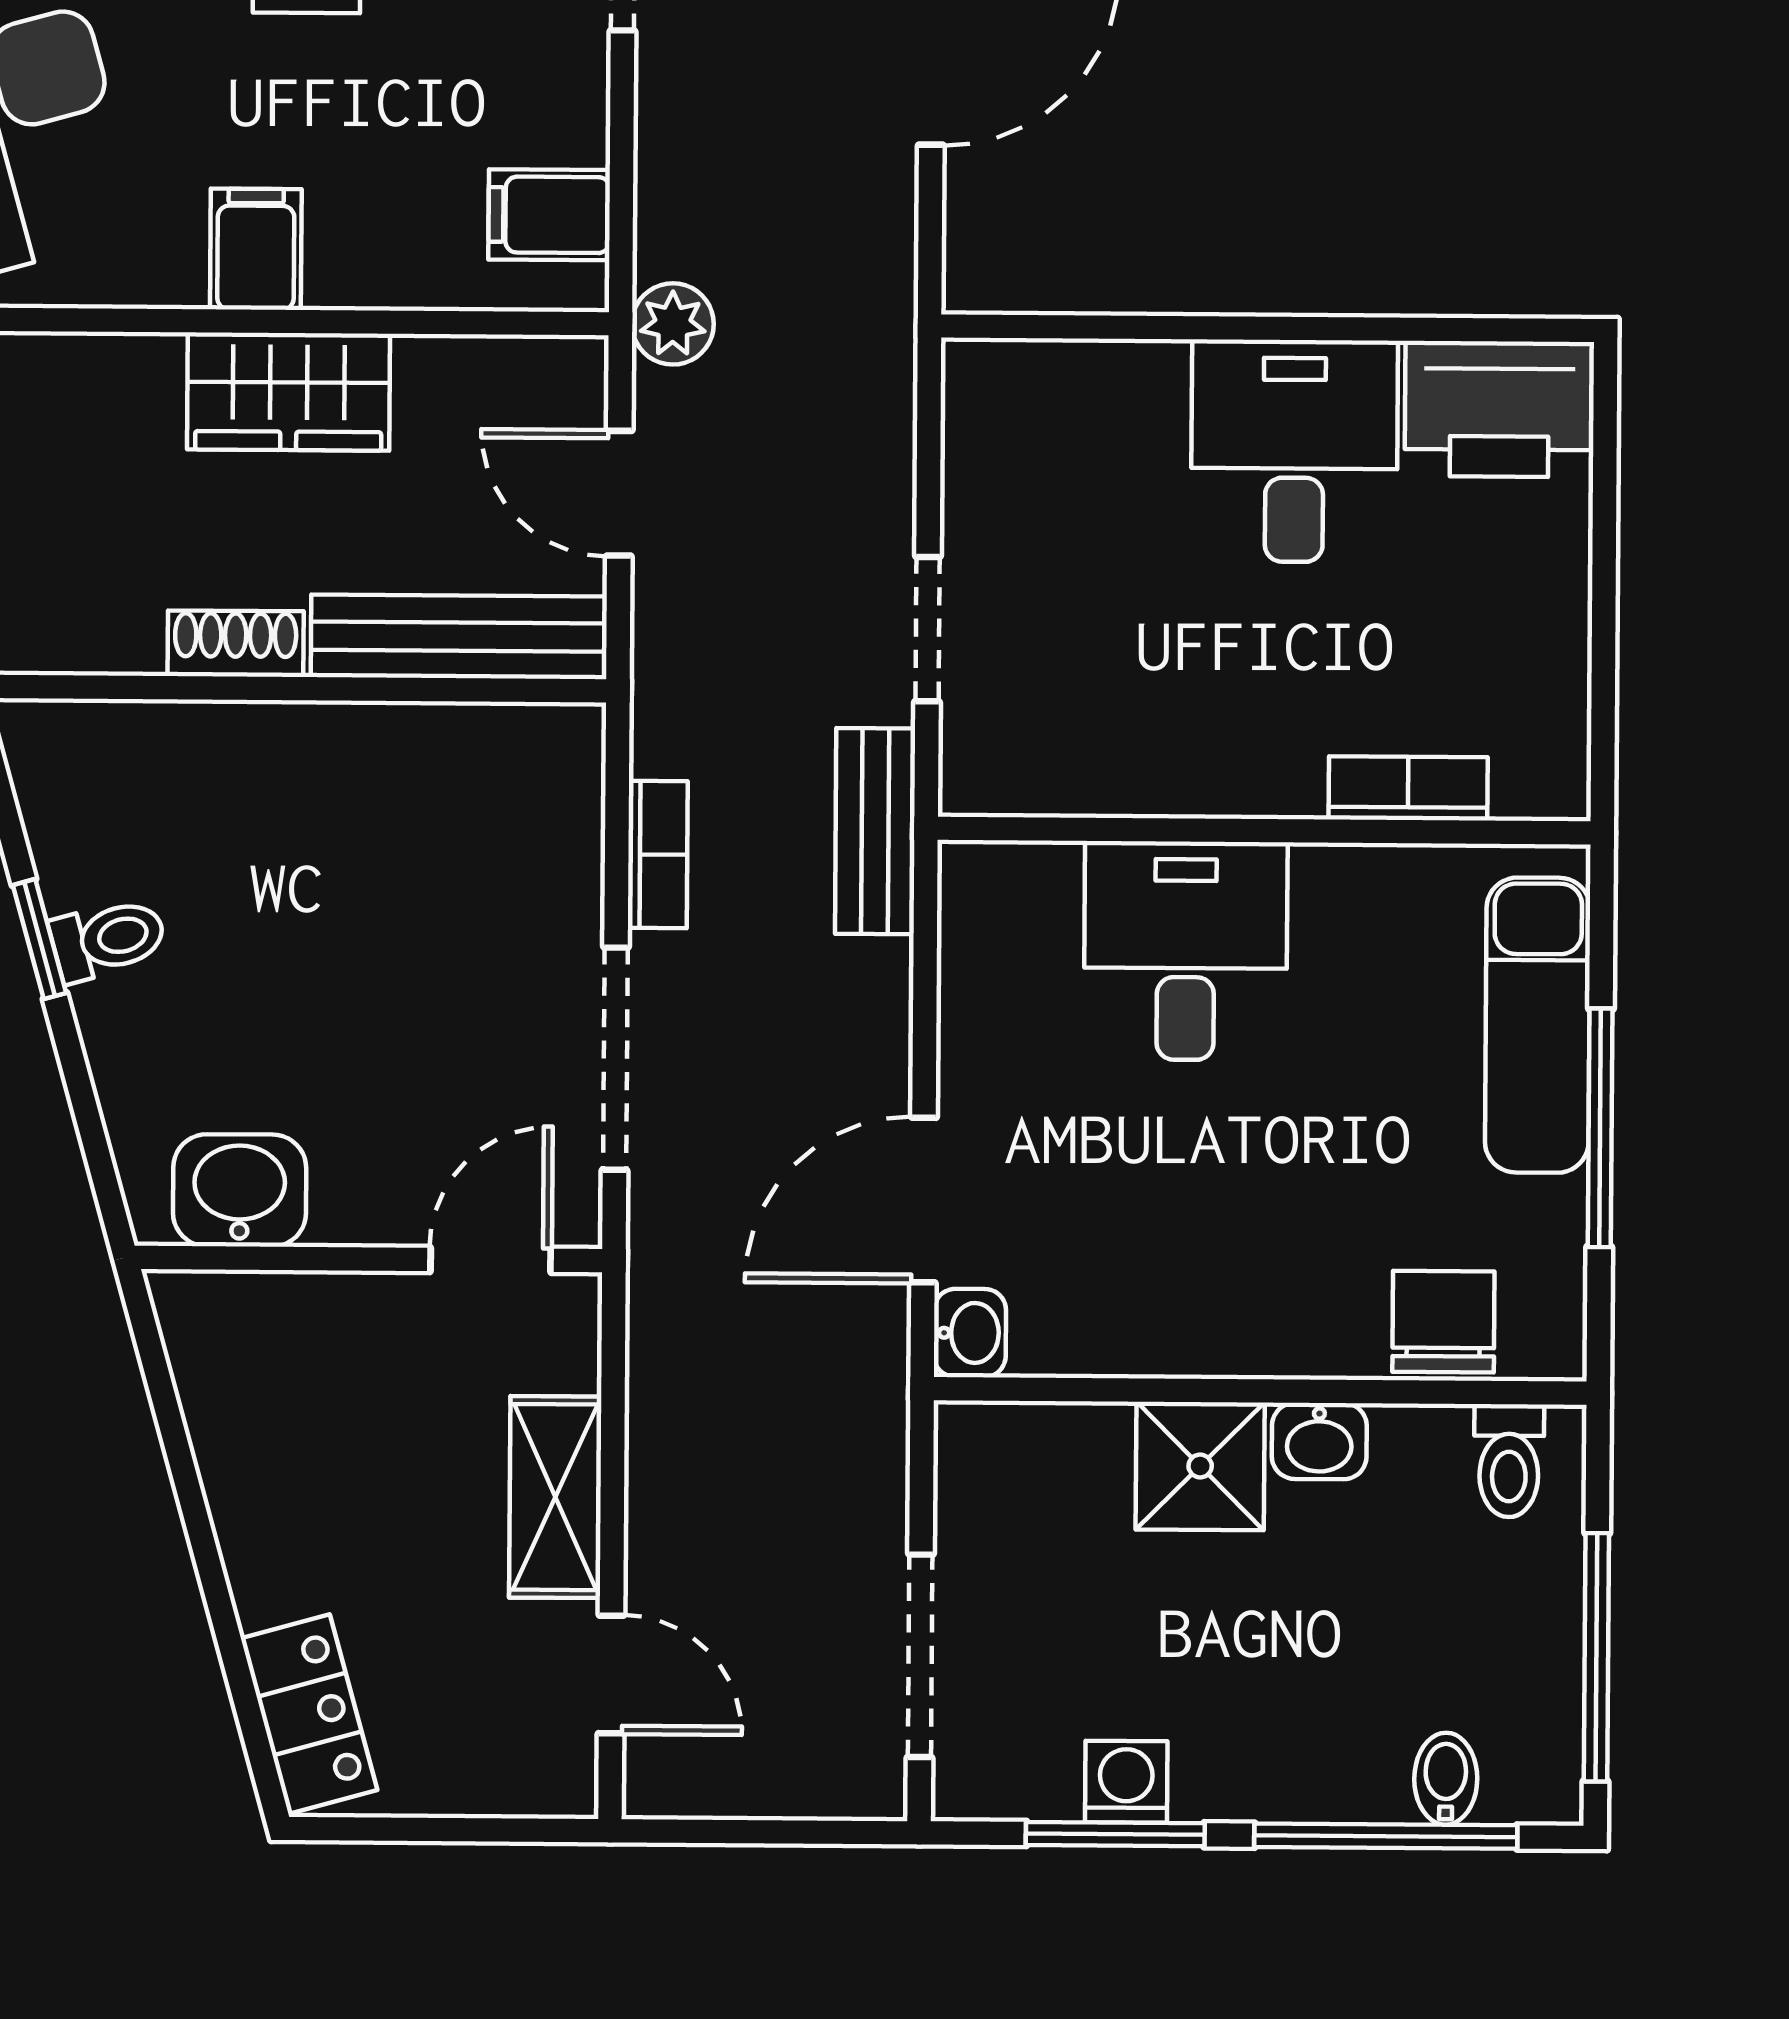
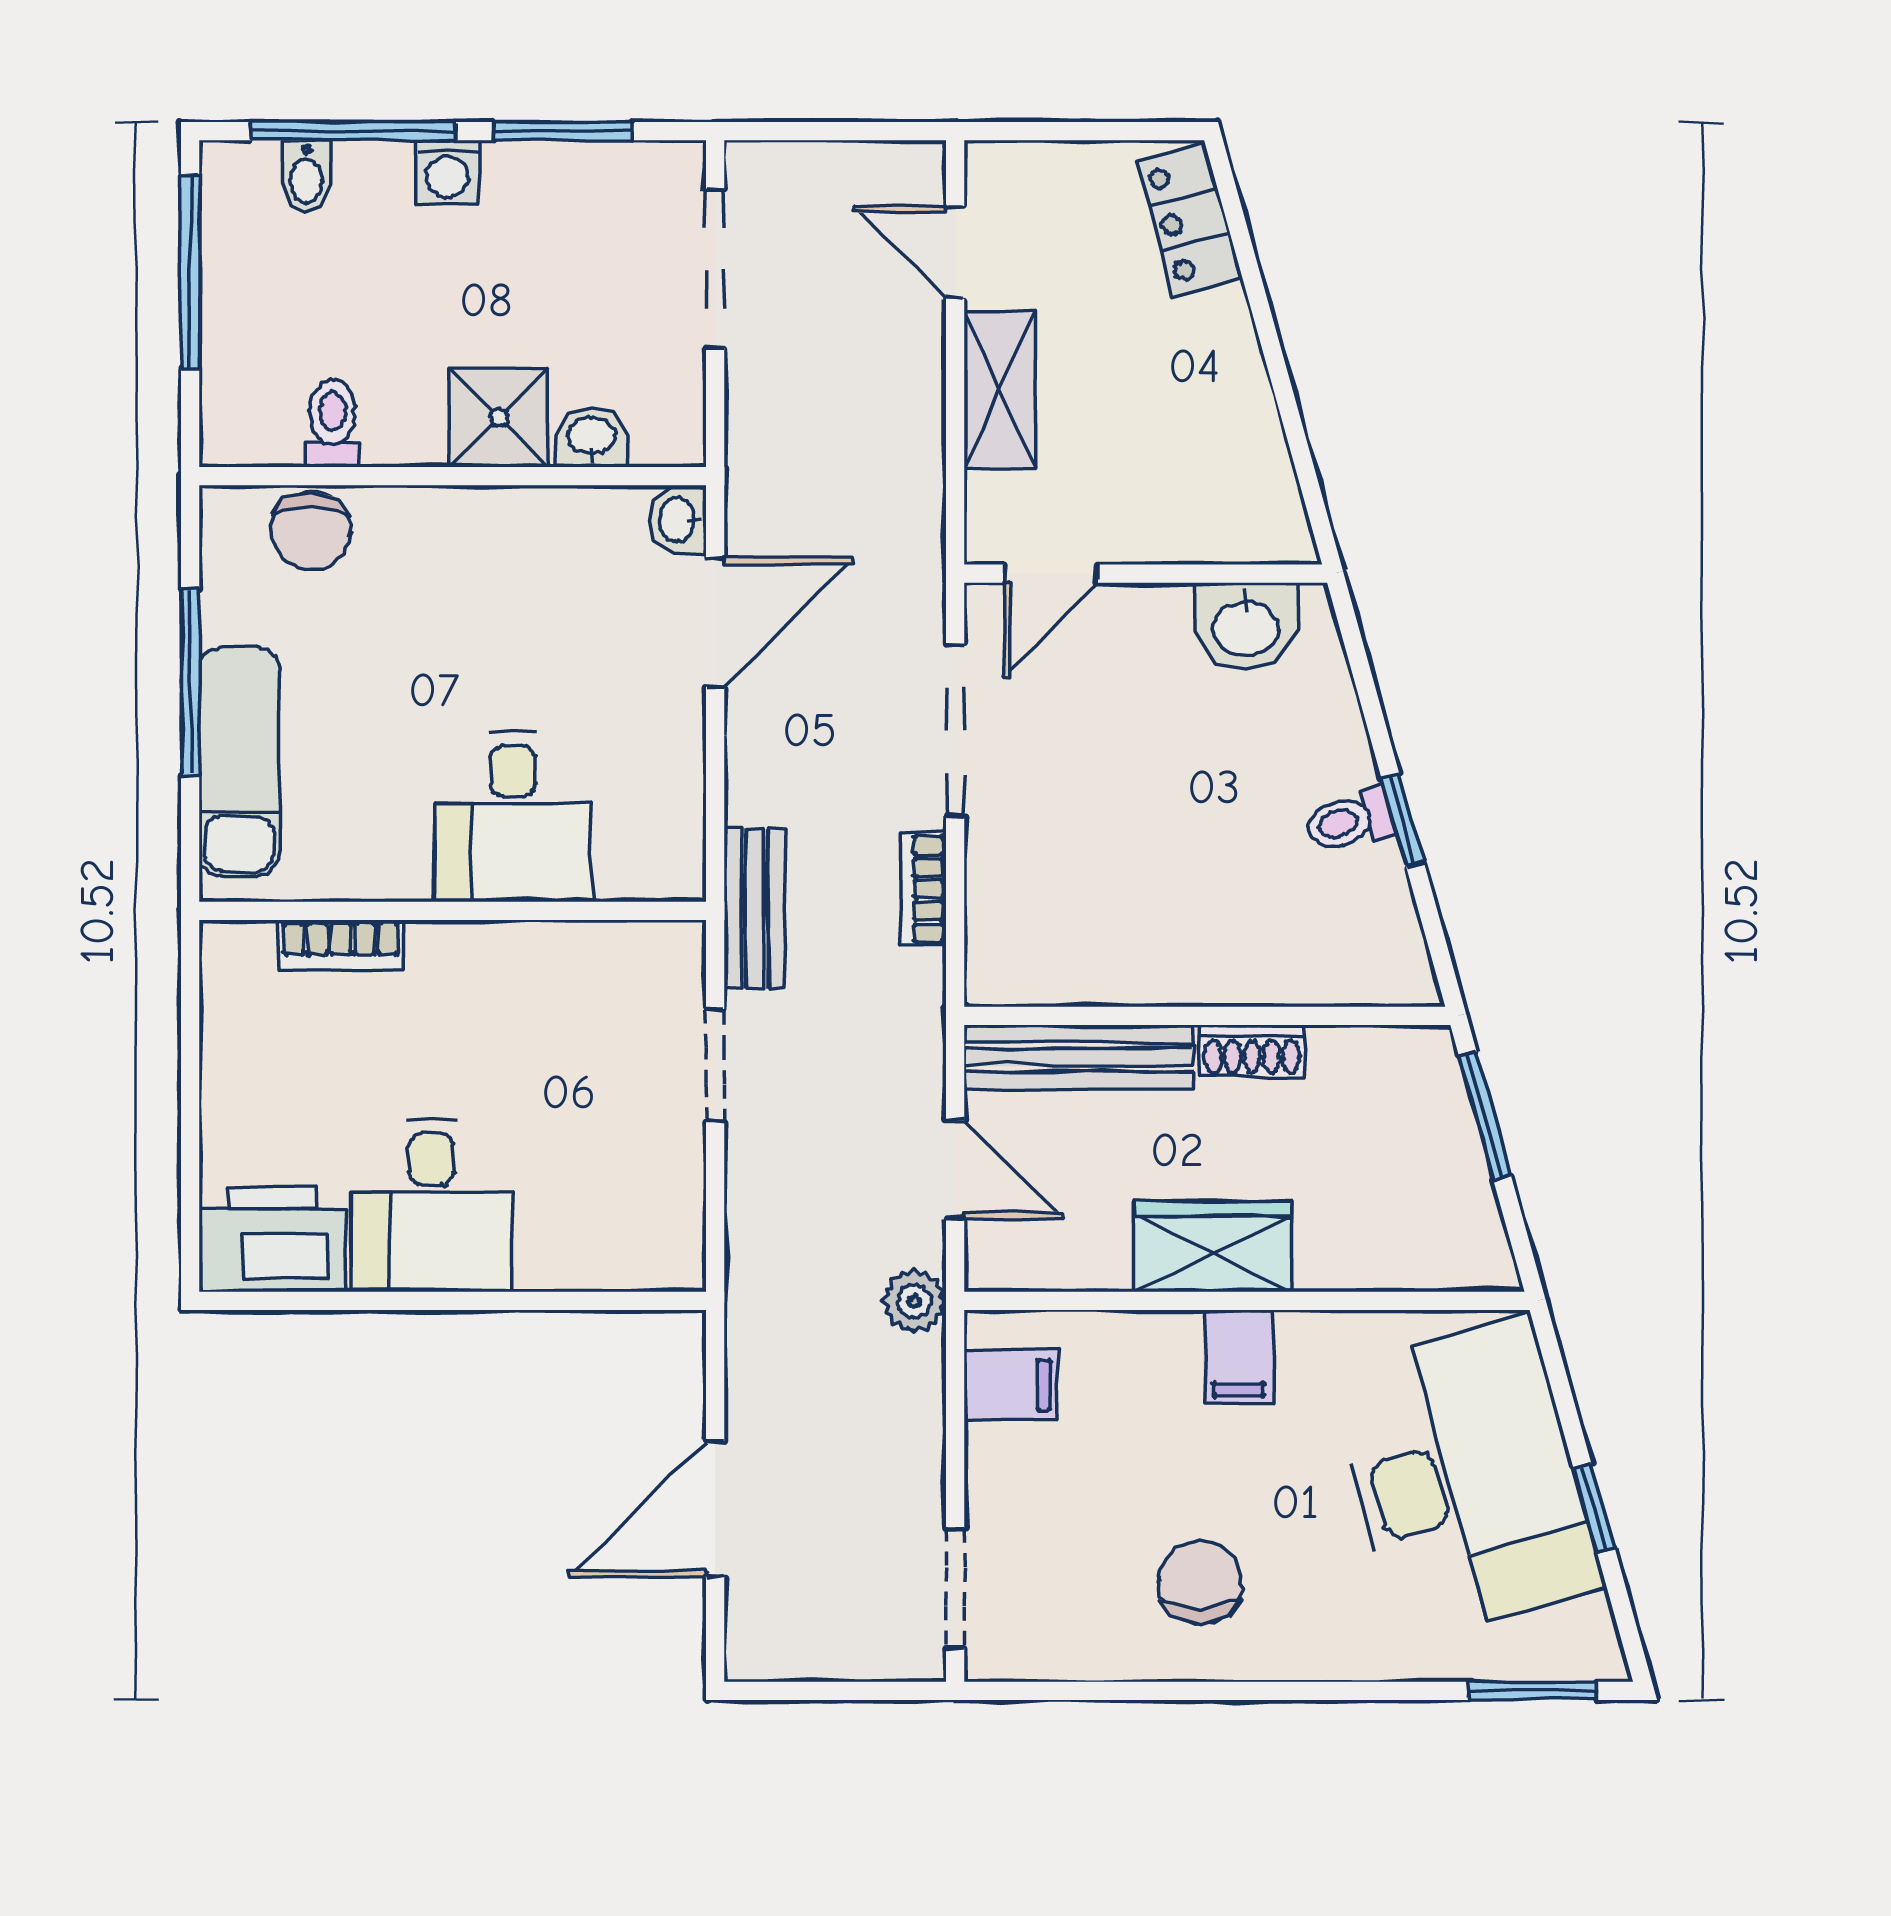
washbasin: (1319, 1441) -> (591, 437), moved
toilet: (1509, 1461) -> (333, 423), moved
washing machine: (1126, 1782) -> (447, 172), moved

